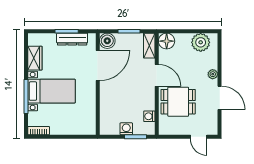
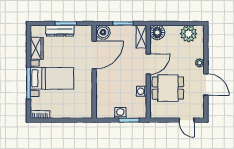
dresser: (72, 39) -> (60, 31), moved
door: (157, 75) -> (148, 64), hinge flipped
washing machine: (149, 116) -> (141, 91), moved

